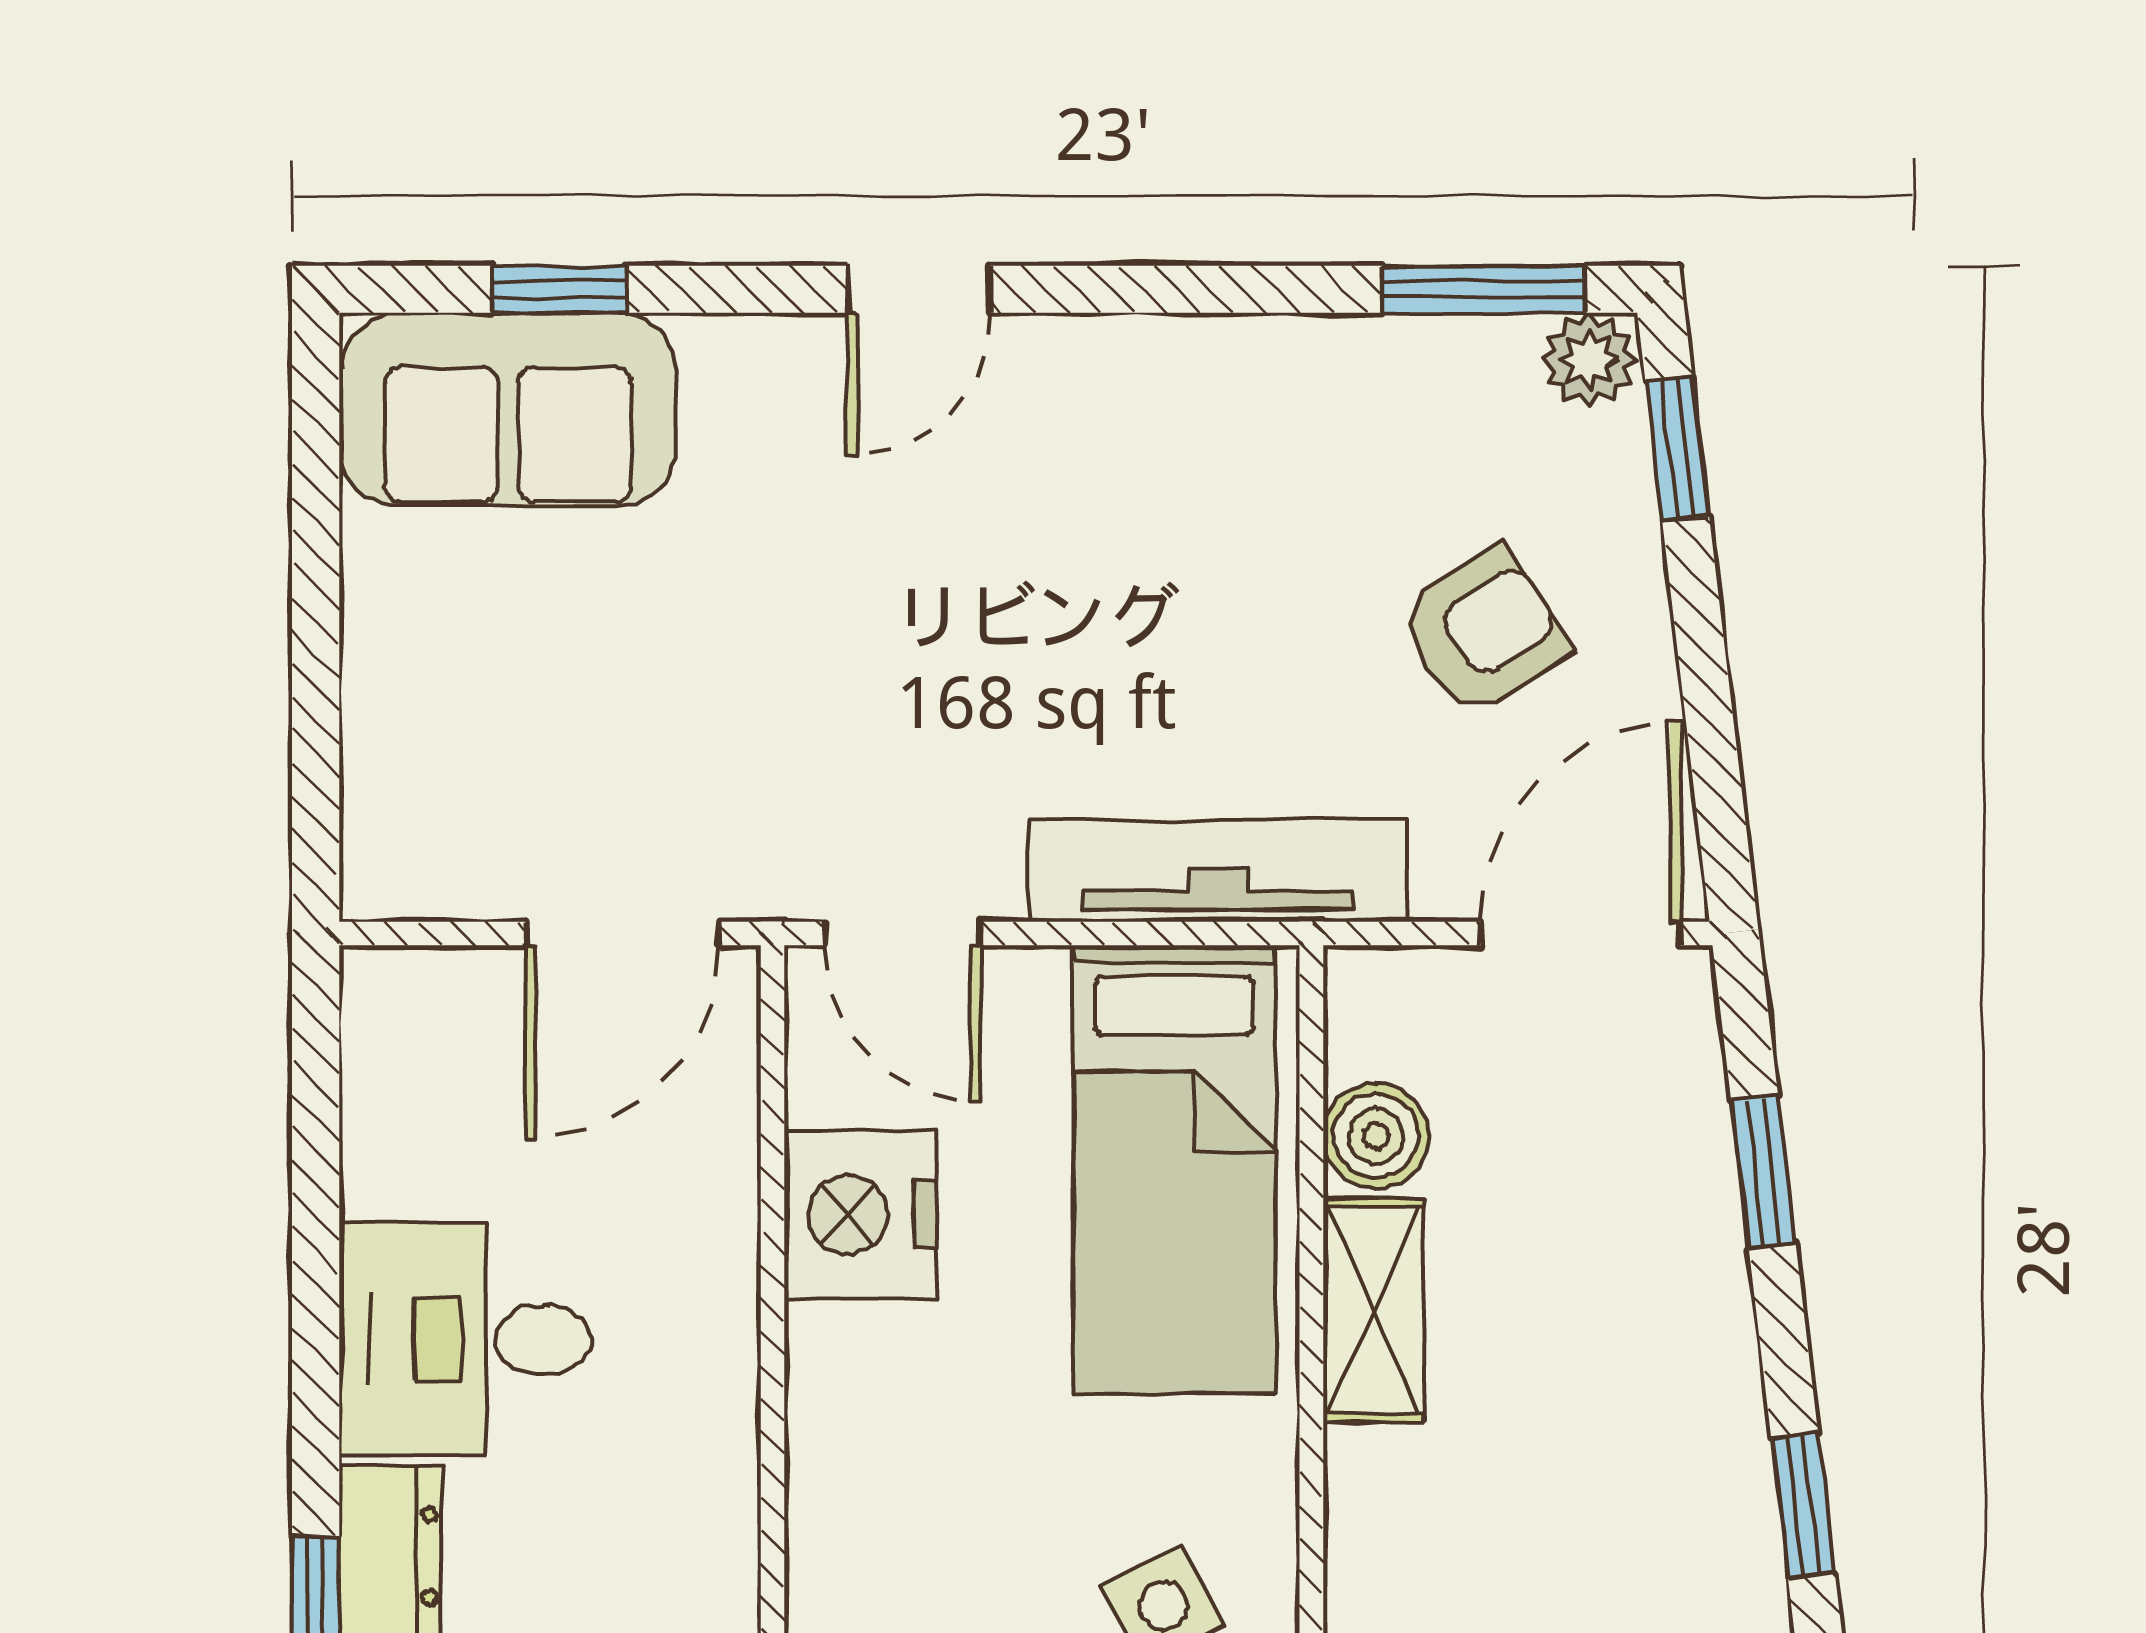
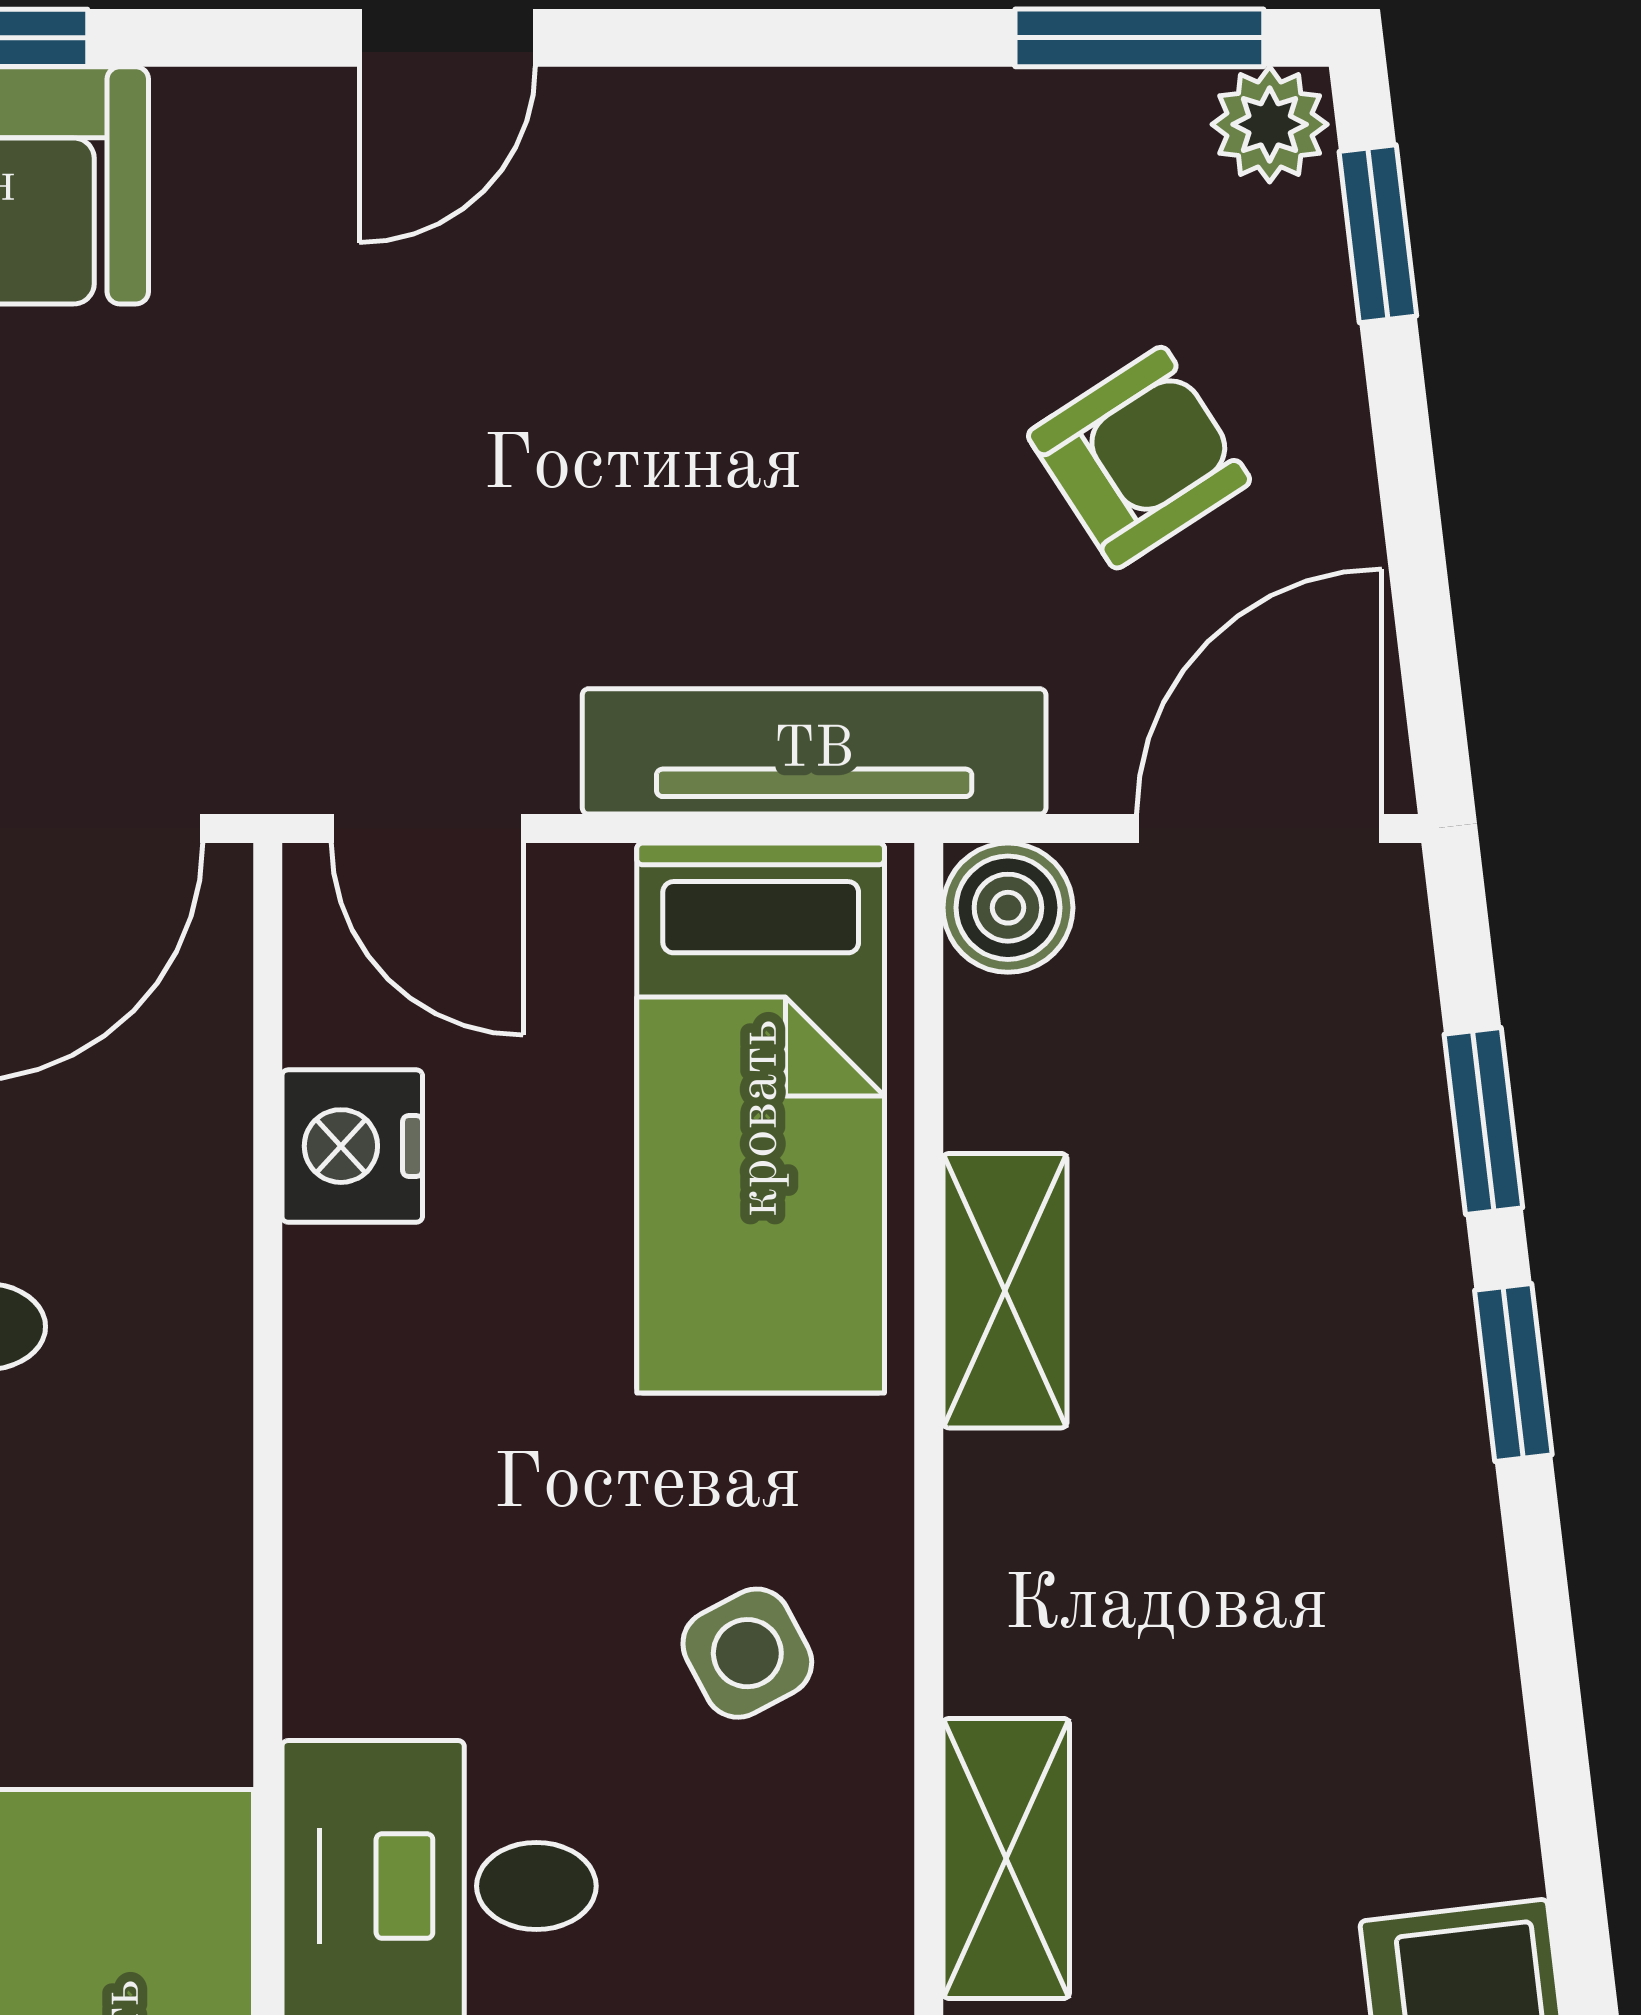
boiler: (1376, 1136) -> (1008, 908), moved
nightstand: (860, 1215) -> (352, 1146), width x0.74, depth x0.75
window: (1803, 1505) -> (1513, 1373), moved

